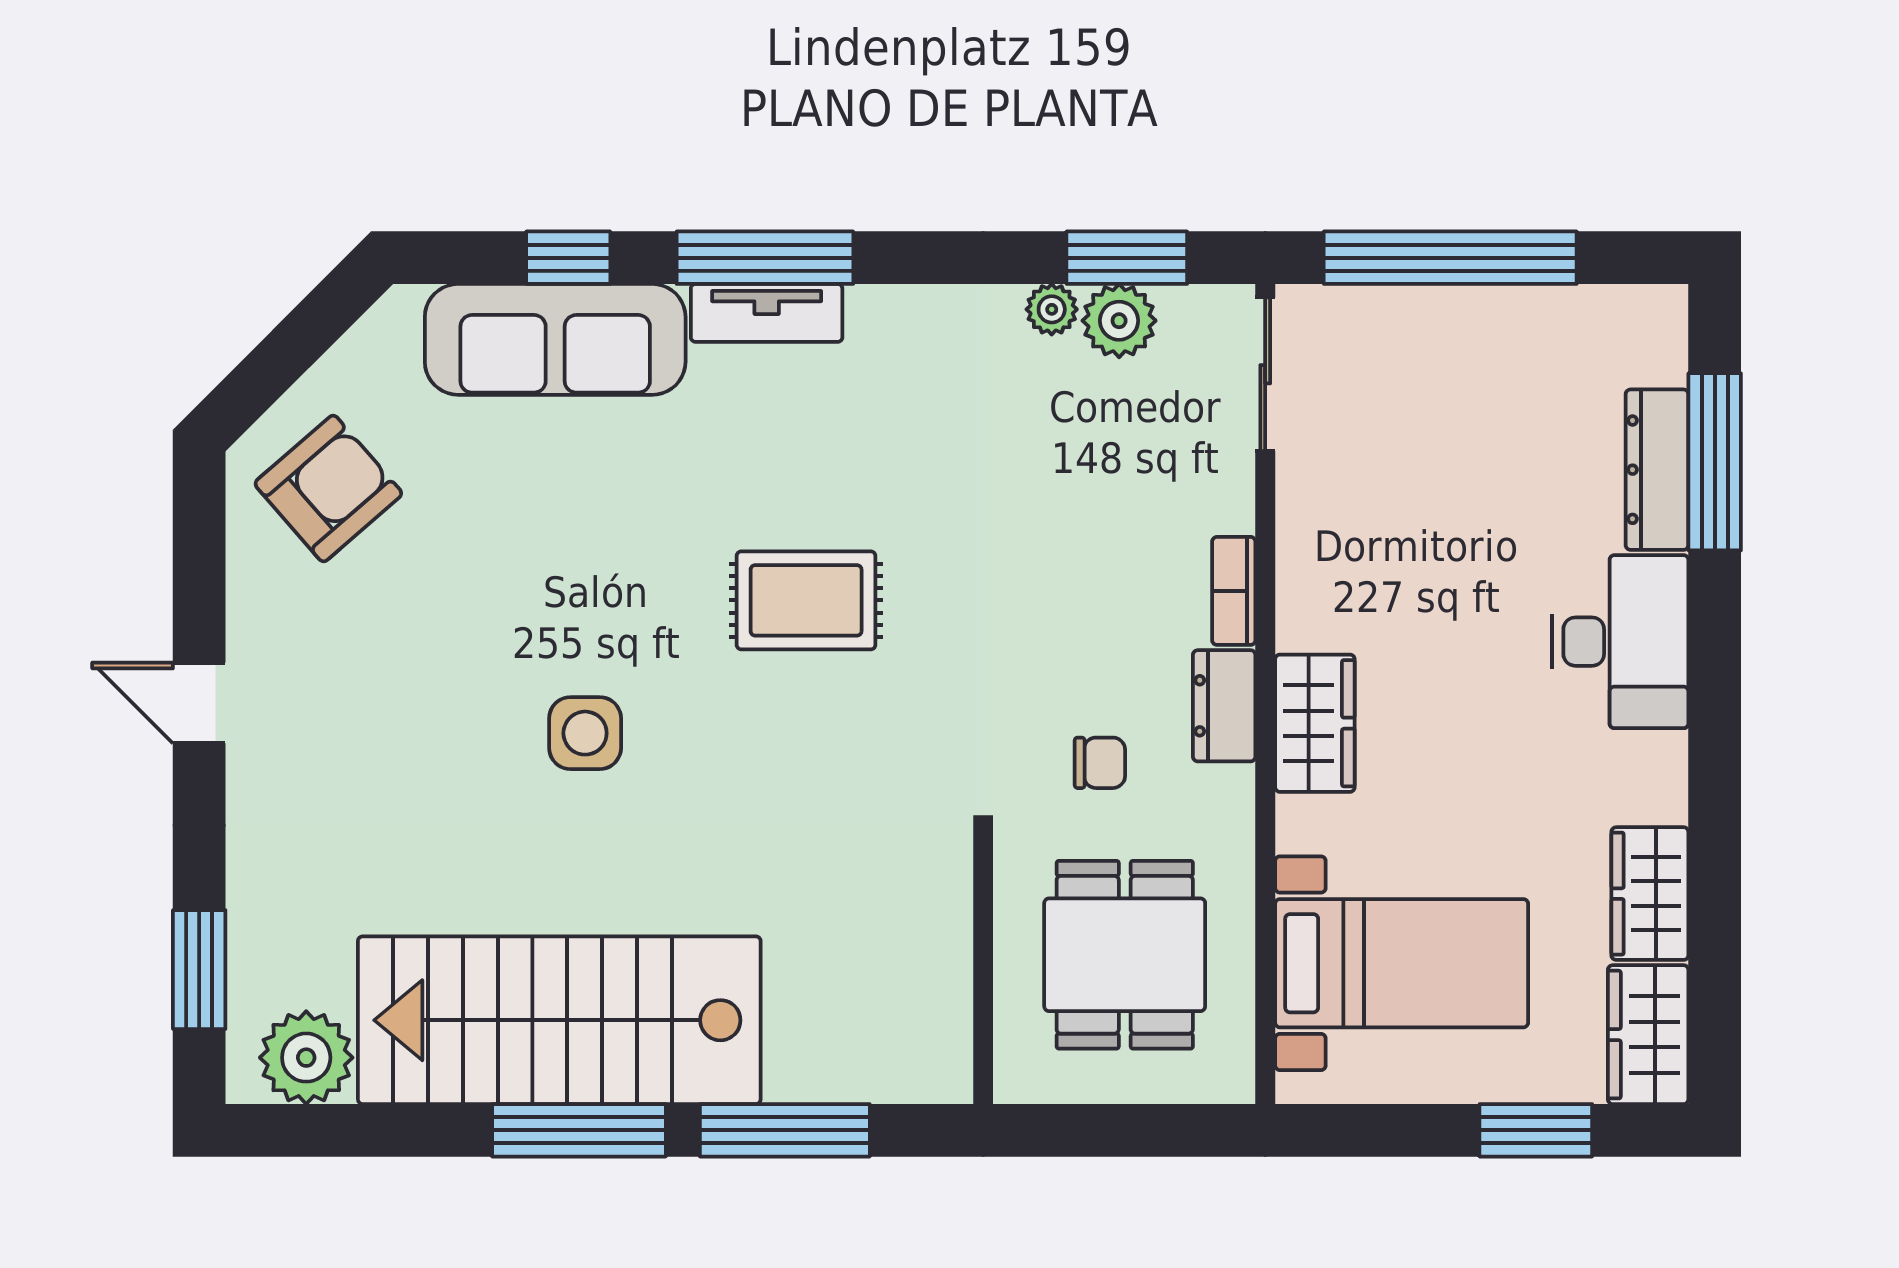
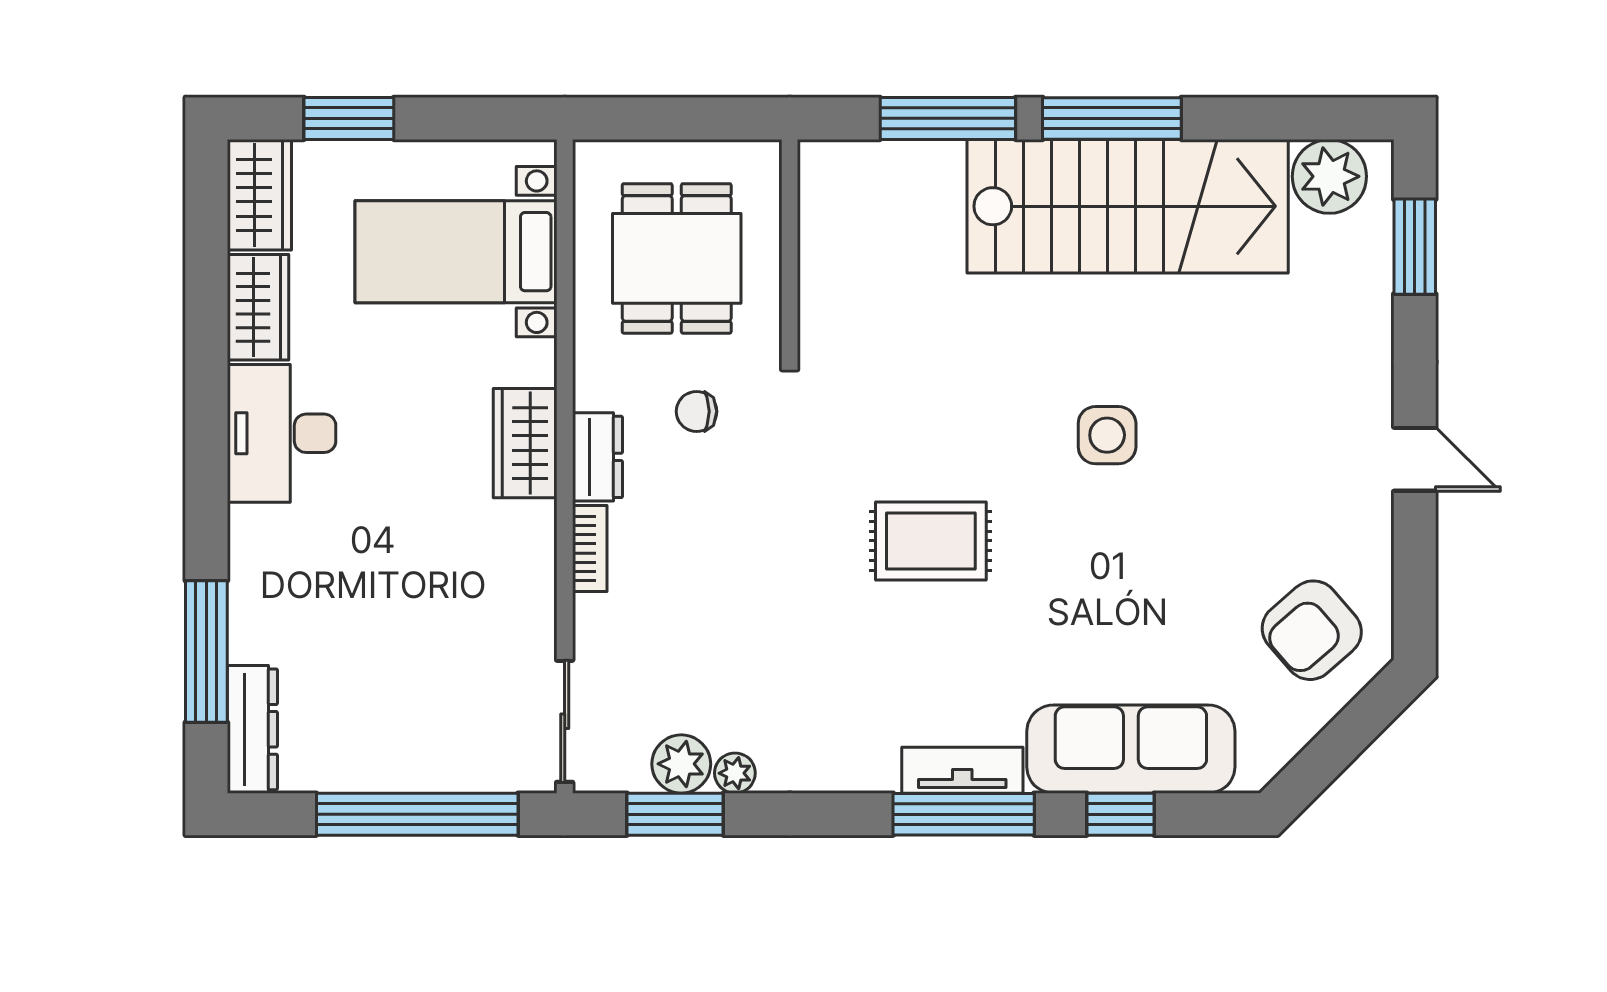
dresser: (1657, 470) -> (252, 729), moved
desk: (1620, 642) -> (281, 433), moved

